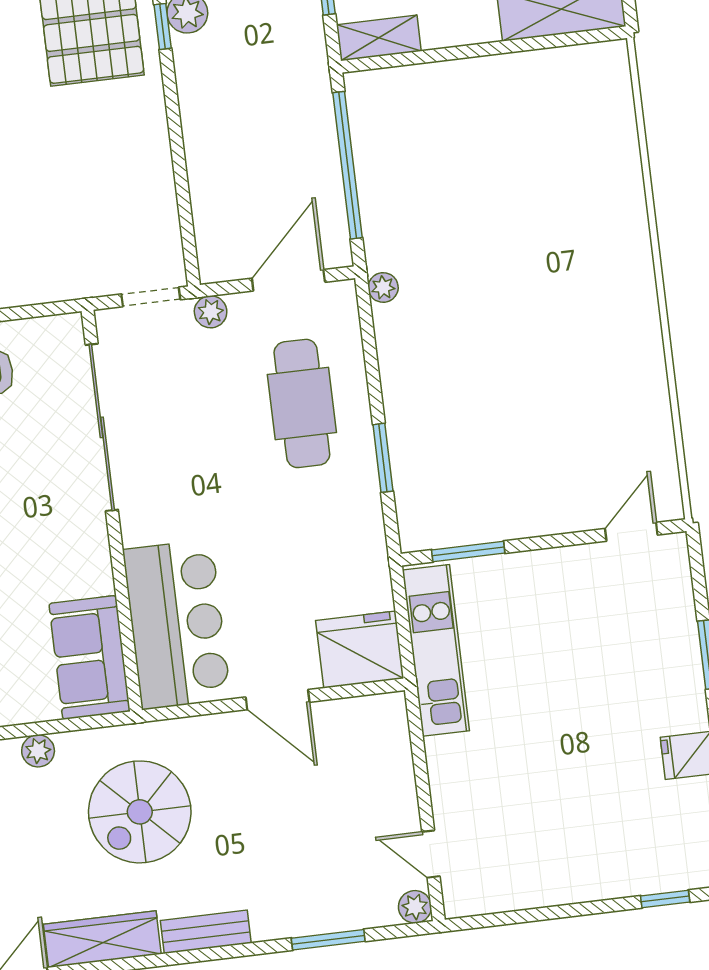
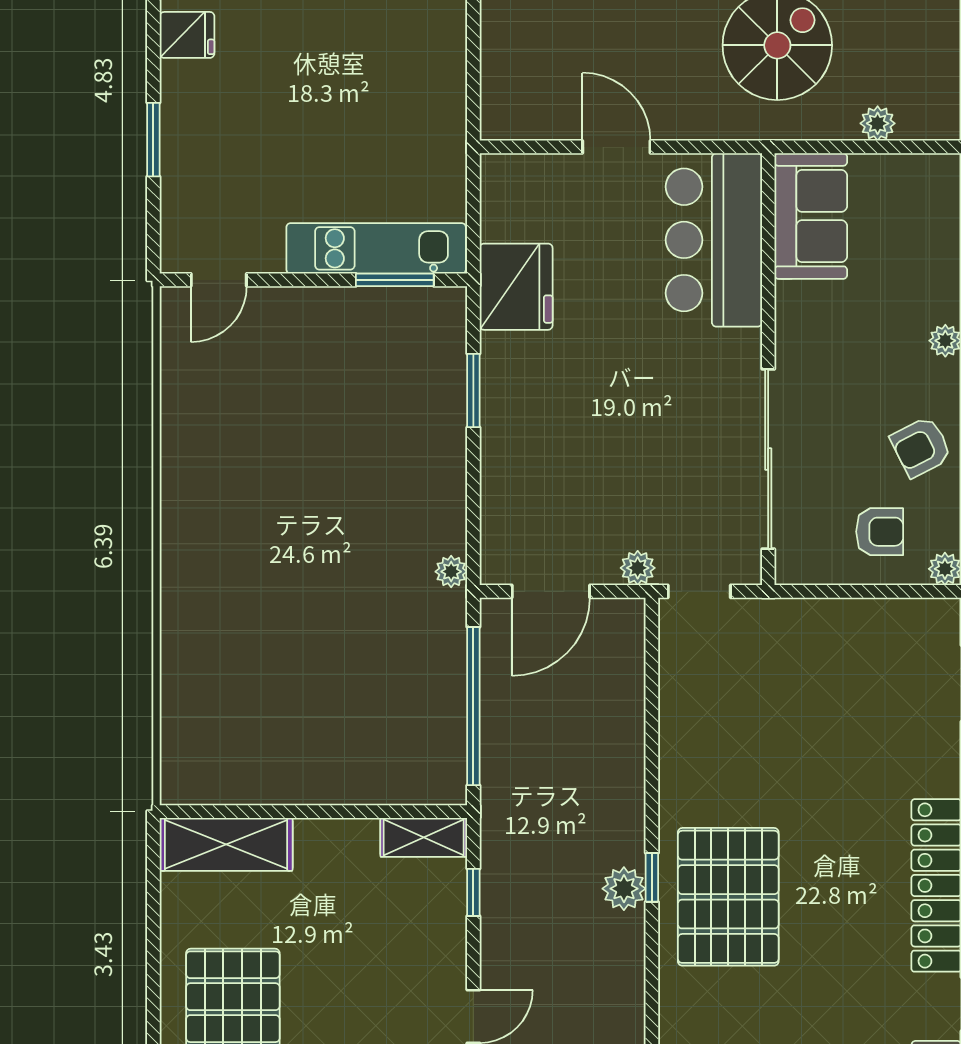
cafe table: (302, 403) -> (552, 459), removed
fridge: (360, 650) -> (516, 287), moved, turned -90
kitchen unit: (436, 650) -> (376, 248), moved, turned 90

